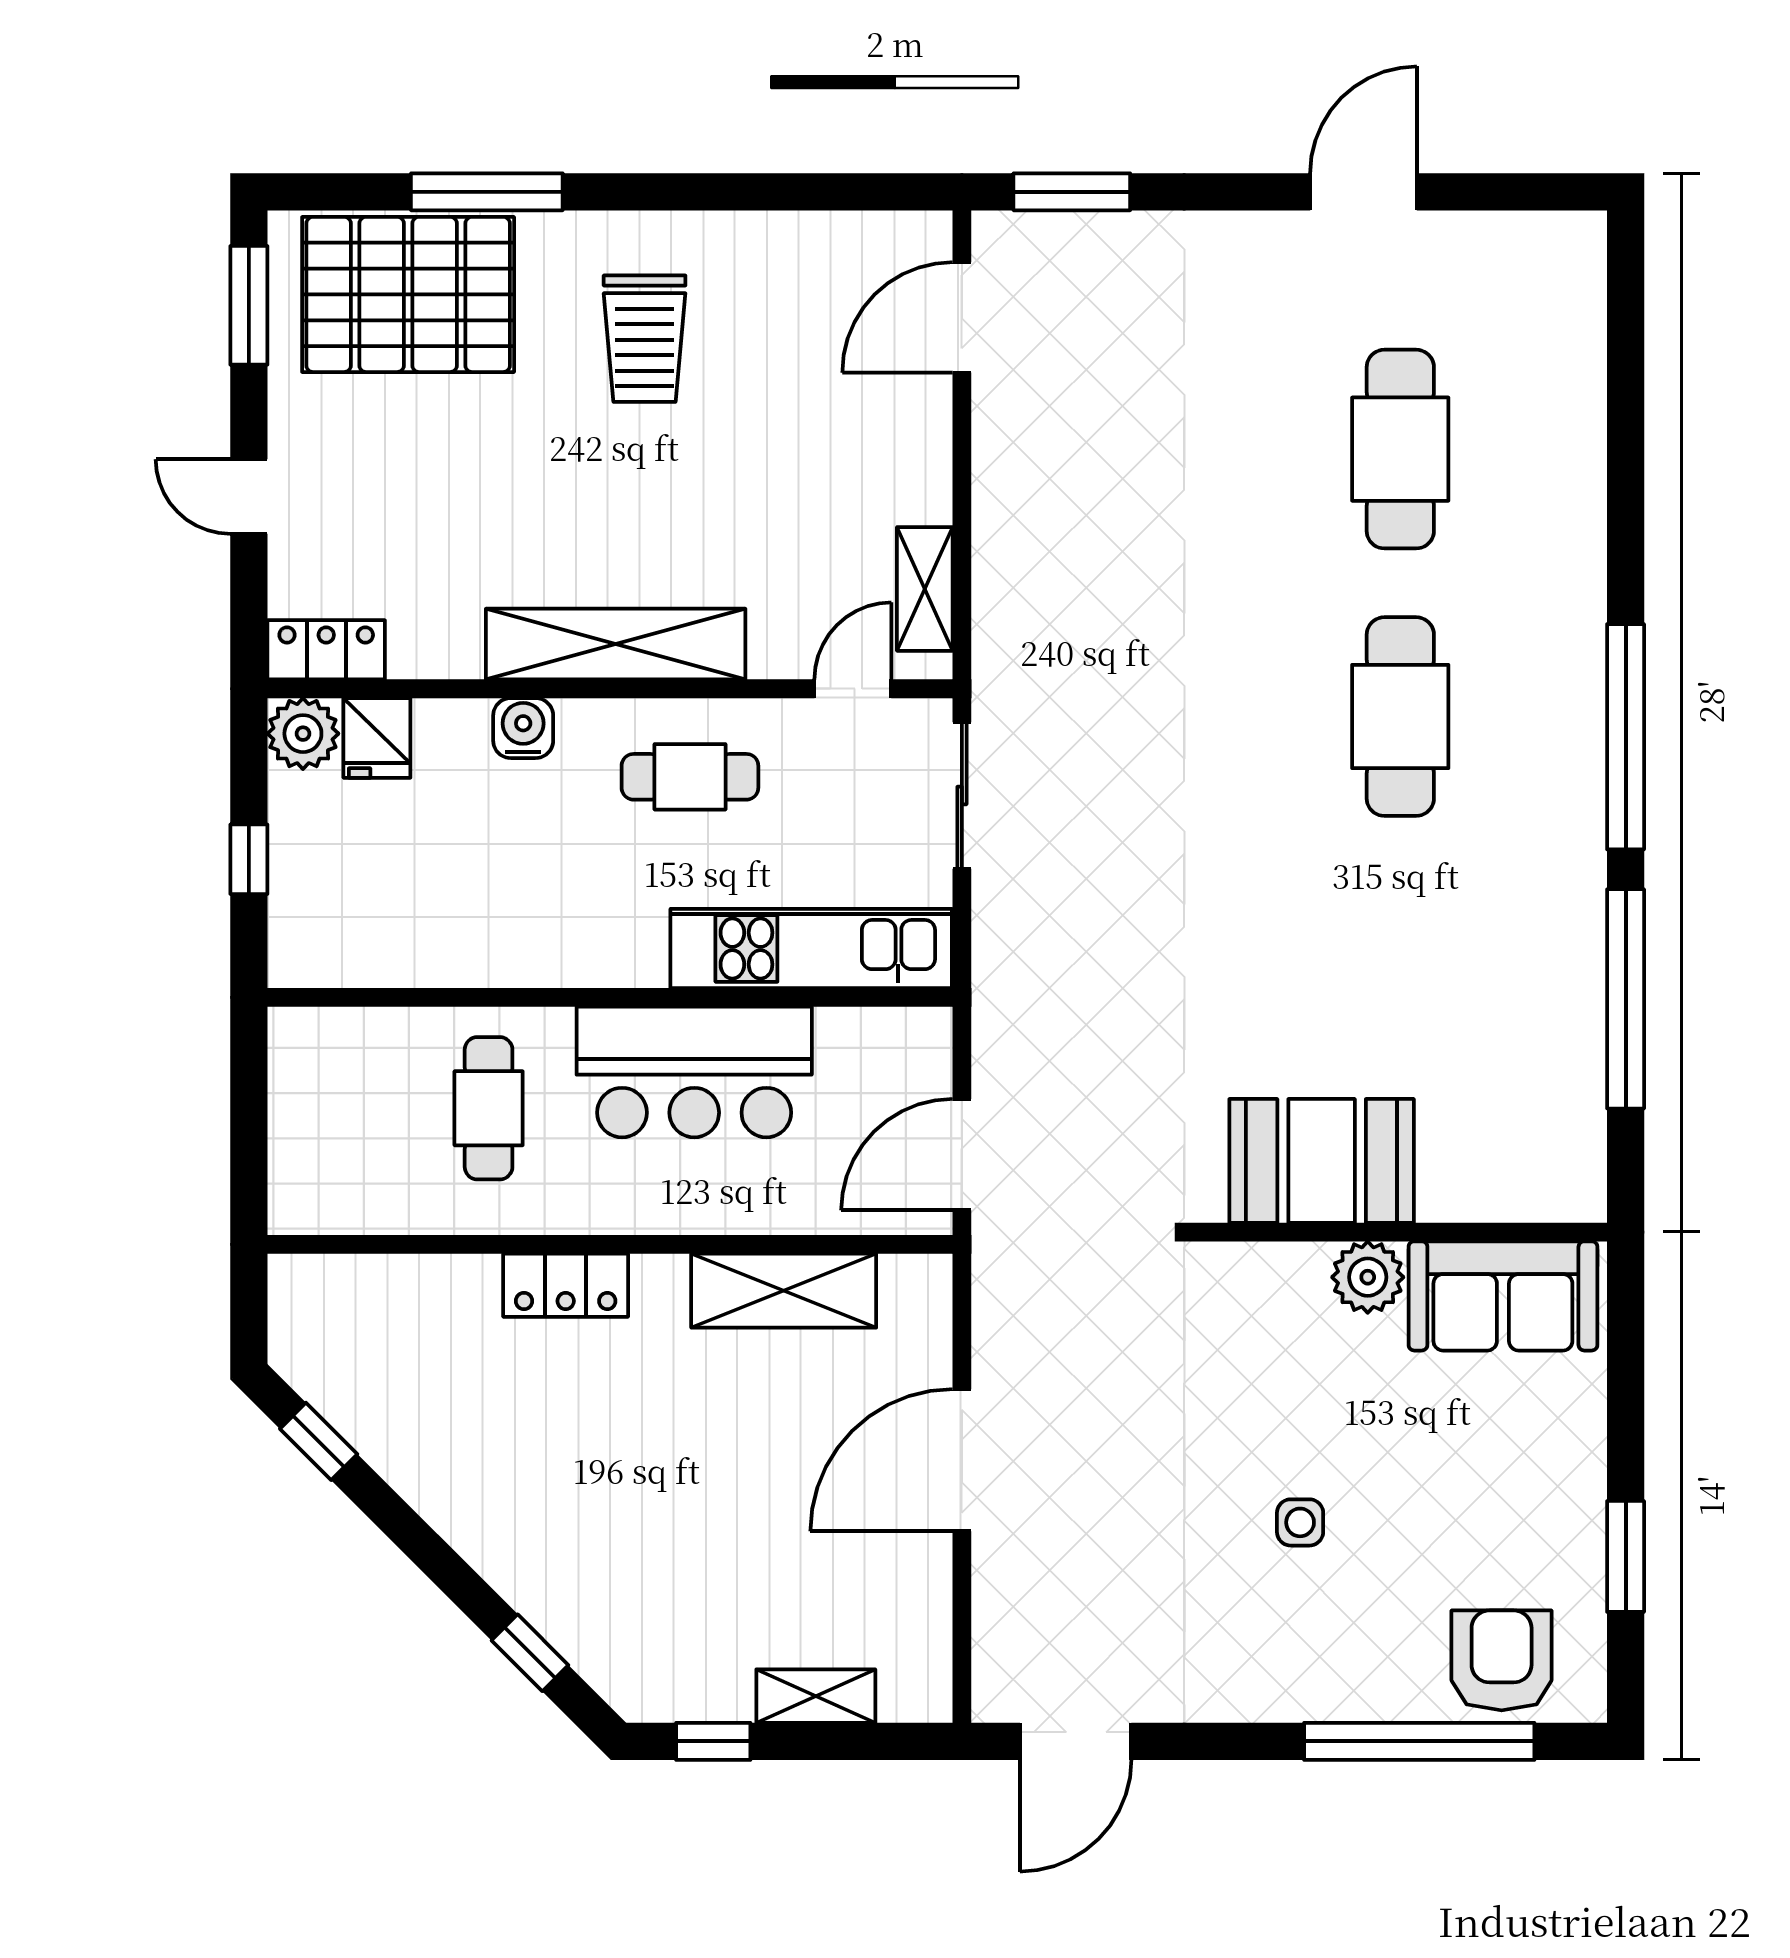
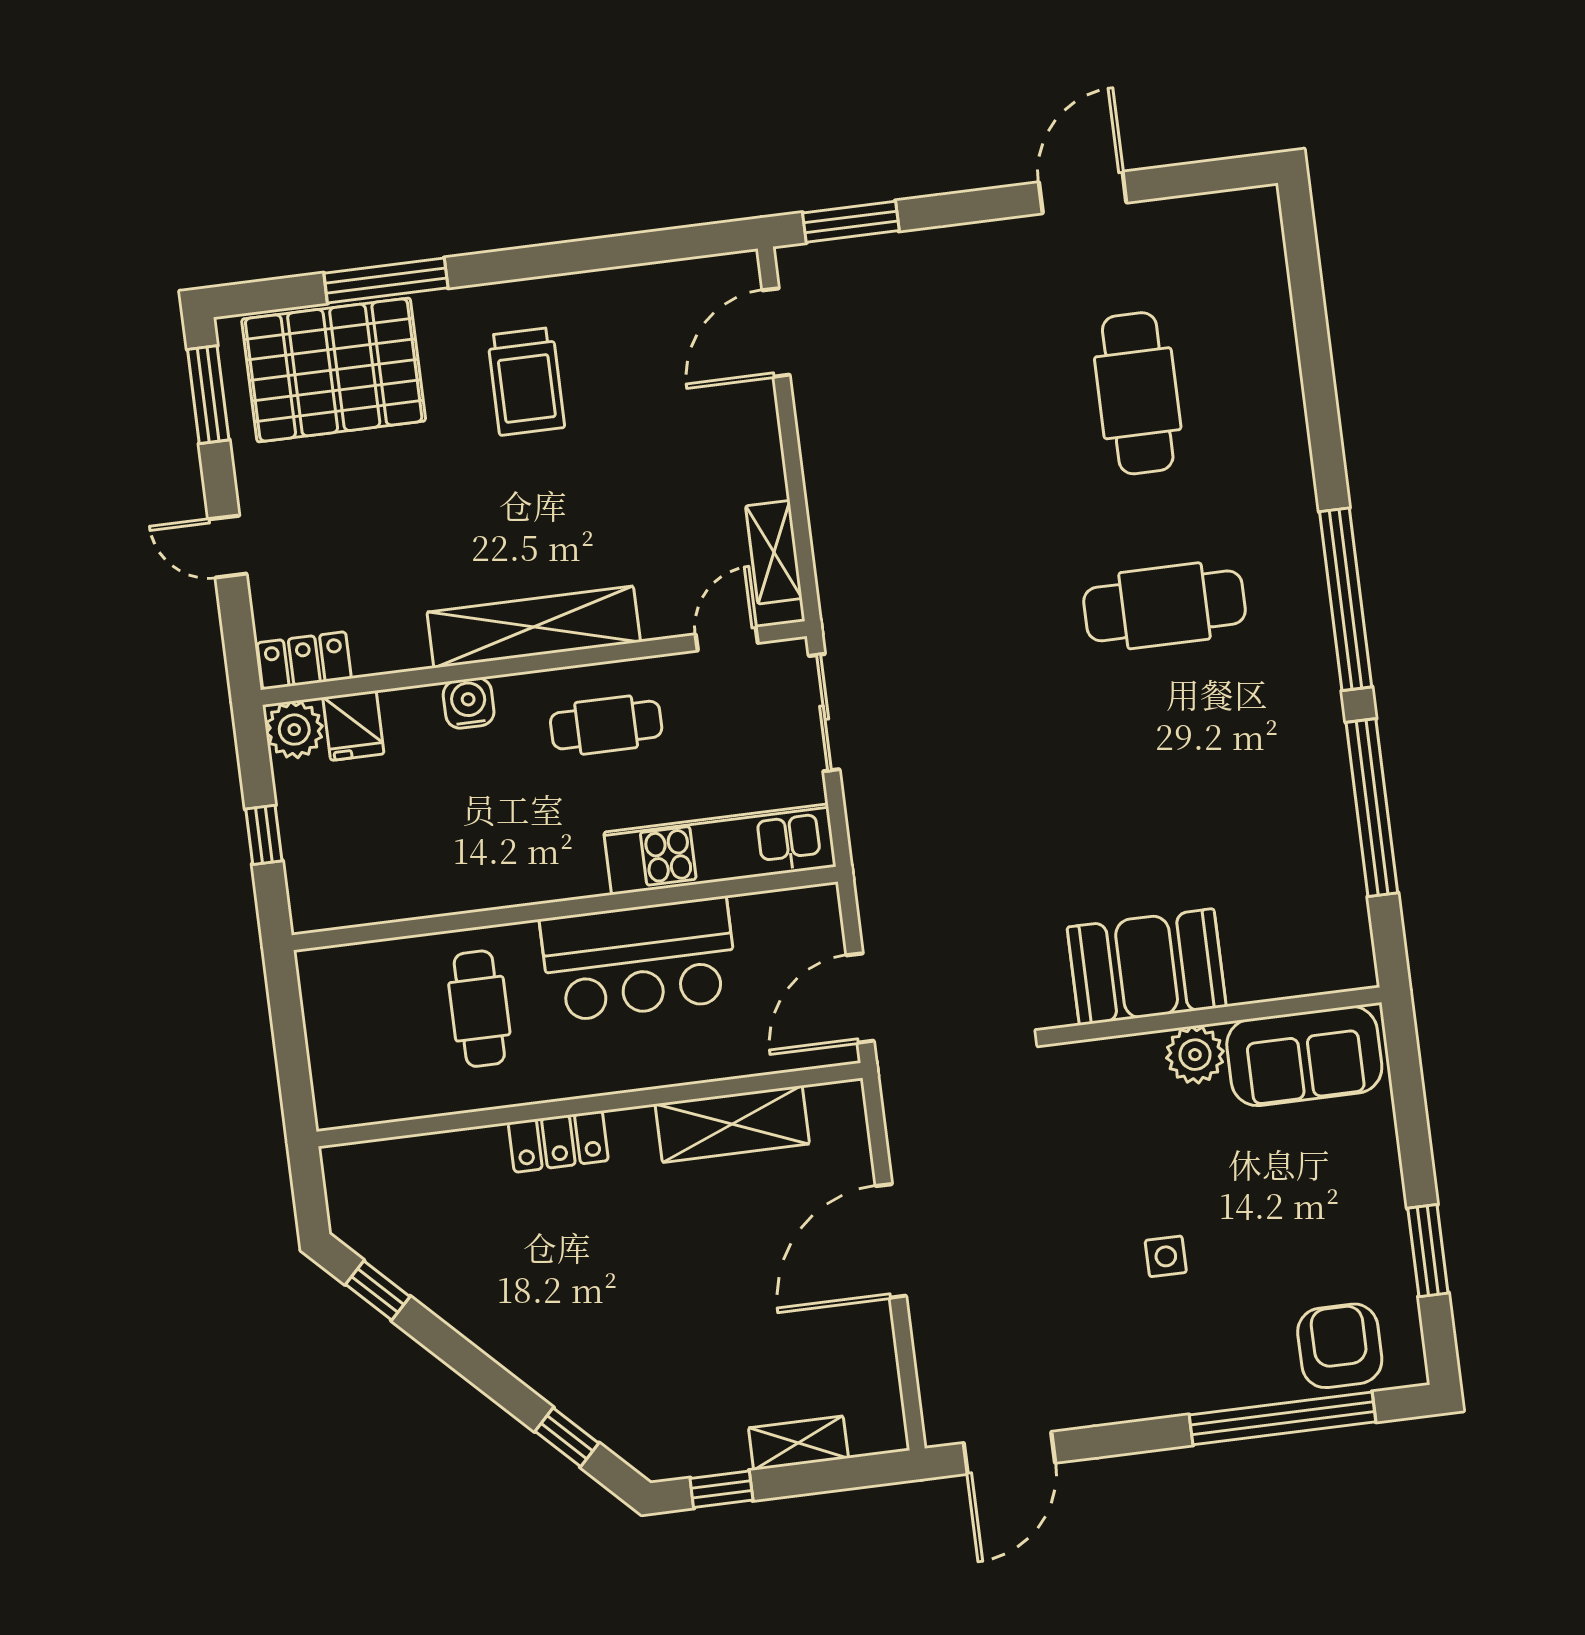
cafe table: (1400, 717) -> (1165, 606), turned 90

